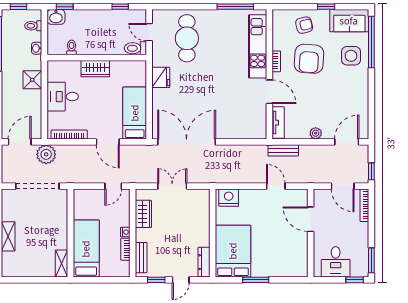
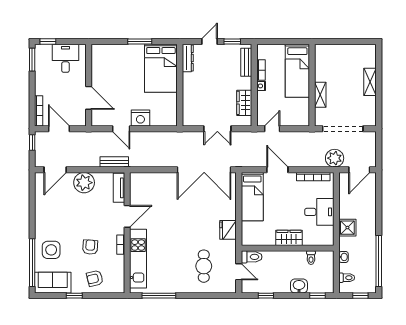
washbasin: (56, 17) -> (299, 286), moved
cafe table: (187, 38) -> (204, 266), width x0.73, depth x0.74
armchair: (309, 59) -> (90, 247), width x0.53, depth x0.53
door: (269, 92) -> (127, 216), swing flipped
plant: (316, 133) -> (84, 183), width x1.88, depth x1.88
nightstand: (229, 198) -> (140, 118), moved
shelving: (62, 264) -> (320, 95), moved

